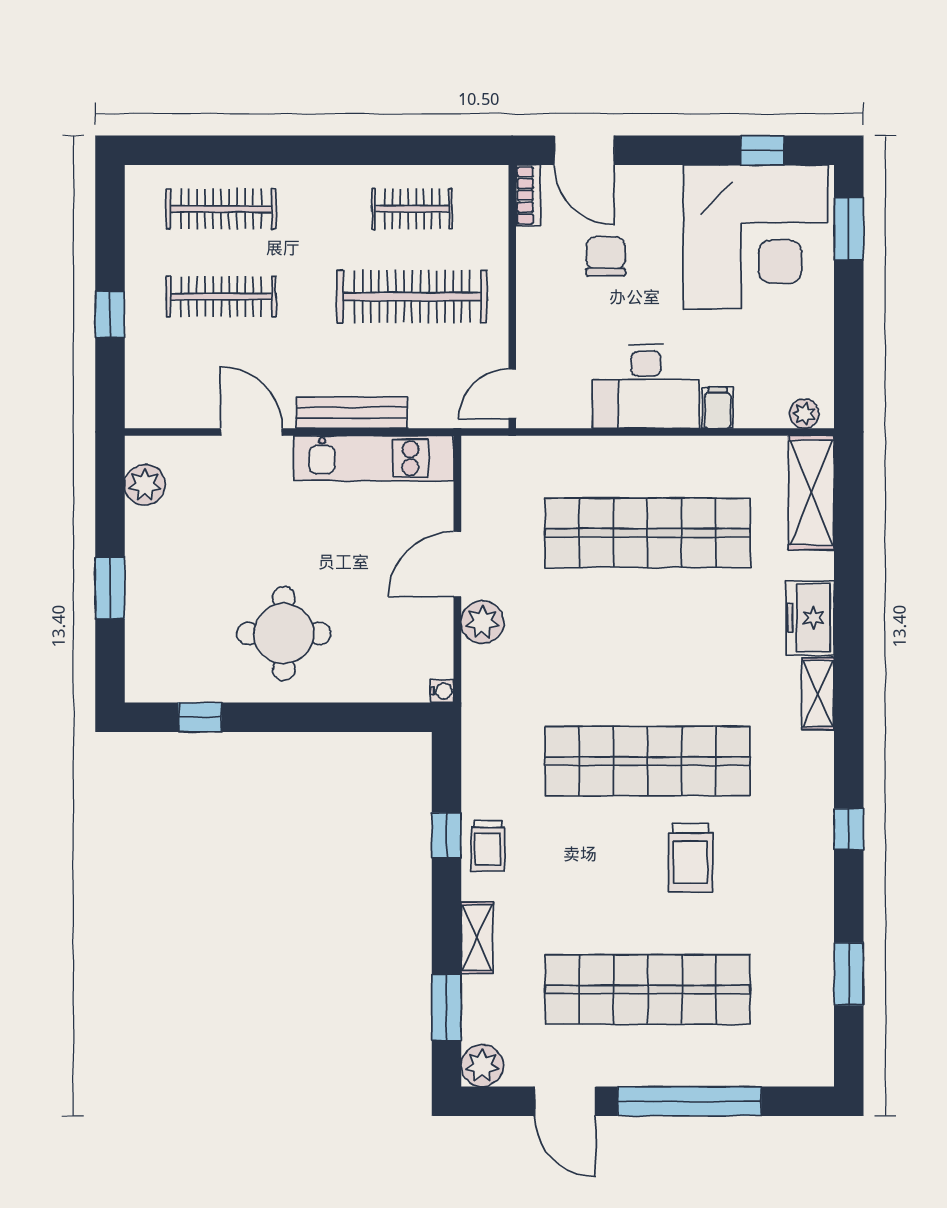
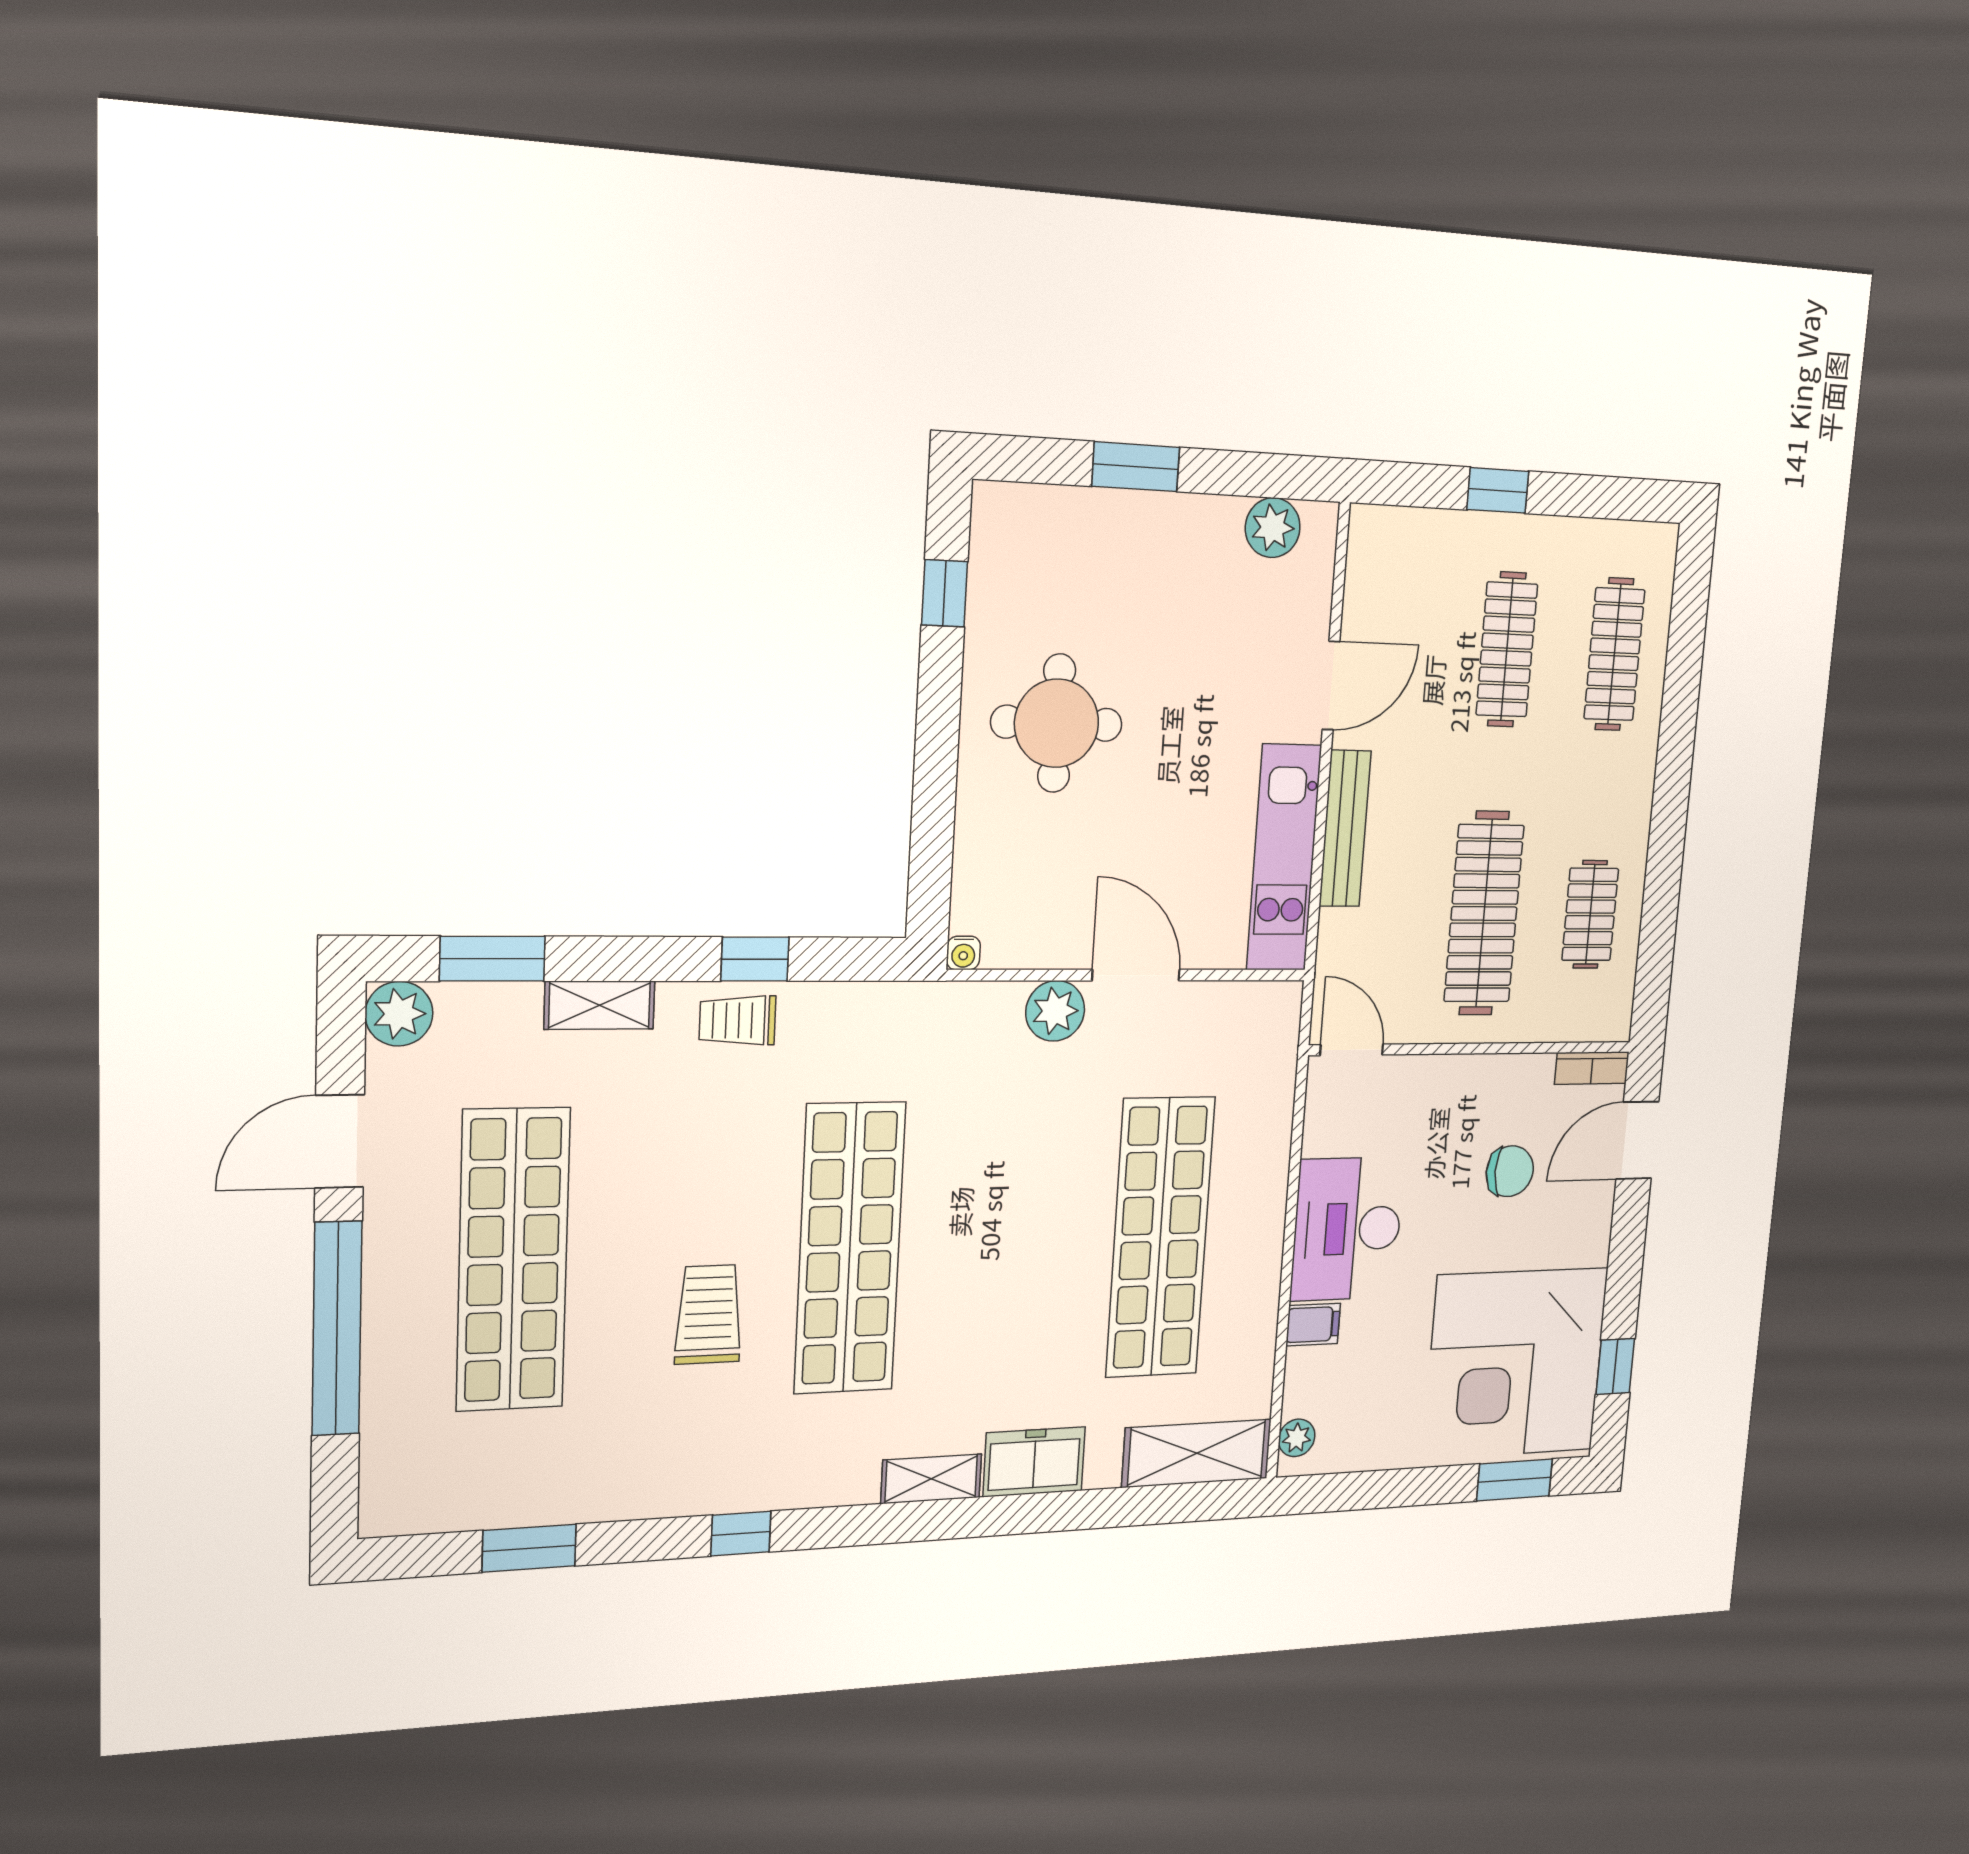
trolley: (690, 858) -> (709, 1314), turned 90

